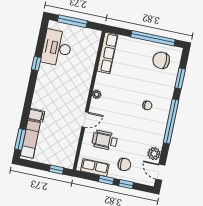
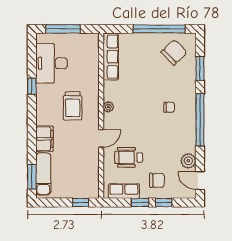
chair: (161, 60) -> (174, 52), turned 136
trolley: (67, 87) -> (73, 106), added
filing cabinet: (36, 115) -> (44, 139), width x2.00

